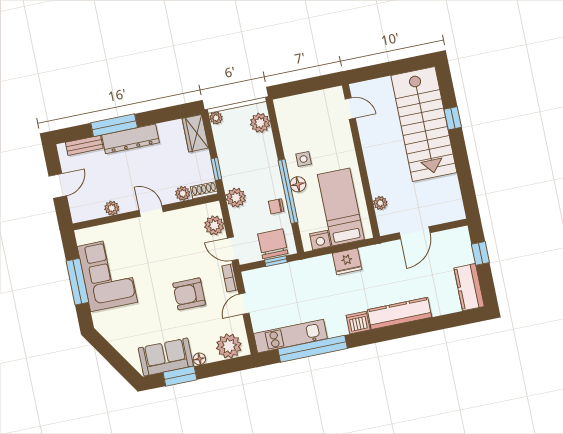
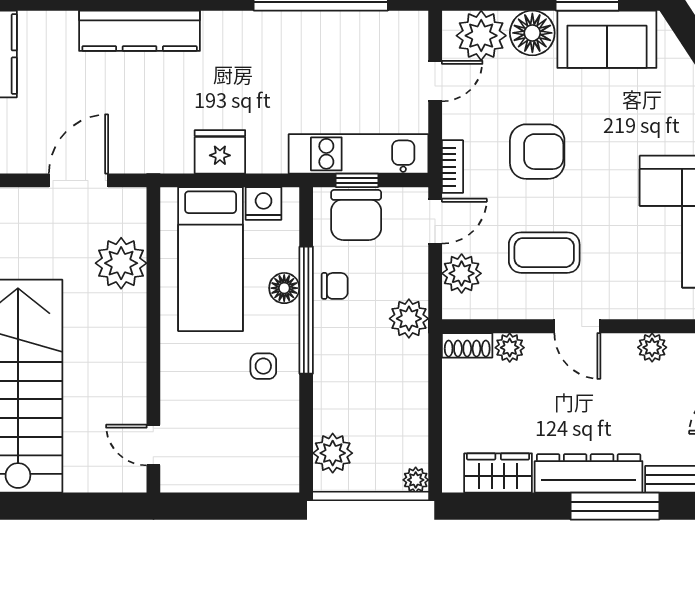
wardrobe: (195, 133) -> (498, 473), moved, turned -90
window: (216, 169) -> (435, 381), removed
floor lamp: (298, 184) -> (284, 288), moved
plant: (380, 203) -> (121, 263), width x1.88, depth x1.88
coffee table: (175, 244) -> (544, 253), added
door: (233, 249) -> (435, 221), hinge flipped
door: (244, 304) -> (435, 81), moved
dishwasher: (358, 323) -> (223, 30), removed
kitchen unit: (291, 336) -> (358, 154), moved, turned 180
floor lamp: (199, 359) -> (532, 33), width x1.89, depth x1.89

